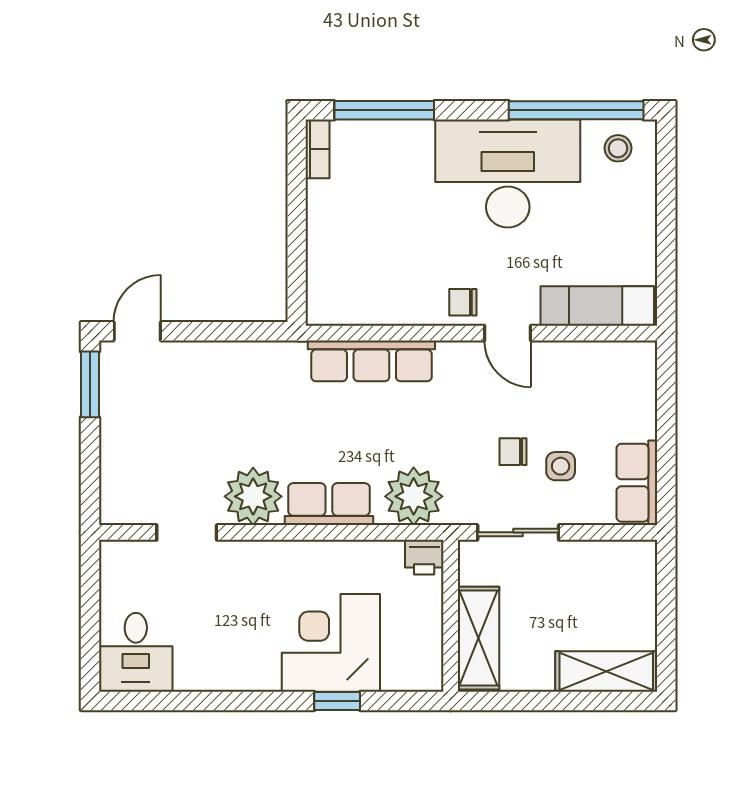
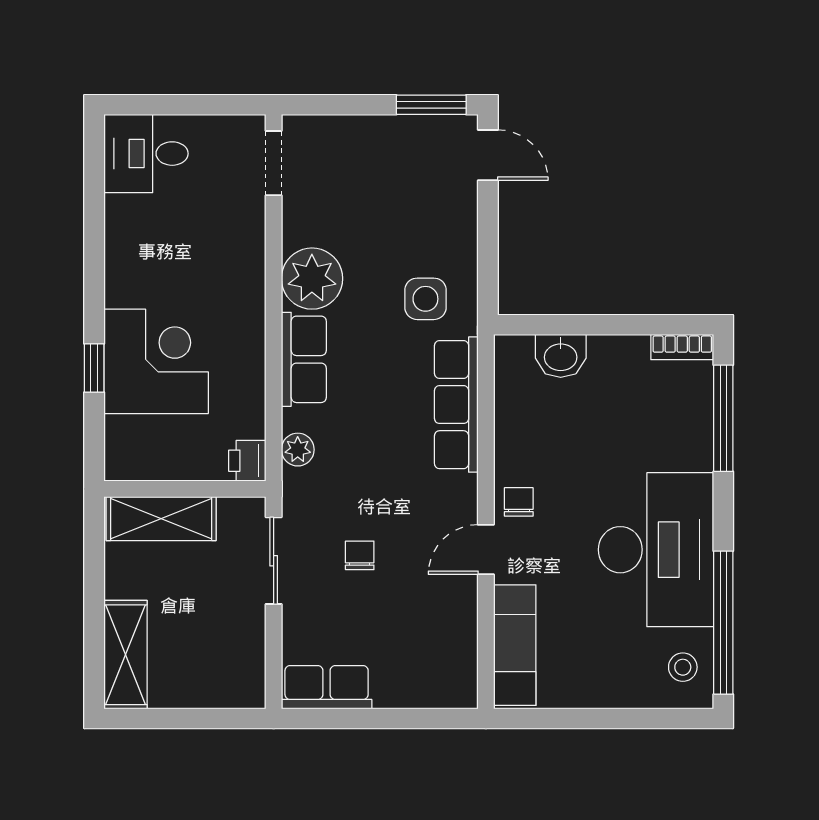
washbasin: (326, 263) -> (561, 356), added
side table: (561, 466) -> (425, 299), moved, width x1.37, depth x1.37
plant: (414, 496) -> (298, 450), width x0.53, depth x0.53
doorway: (187, 532) -> (274, 163), moved

